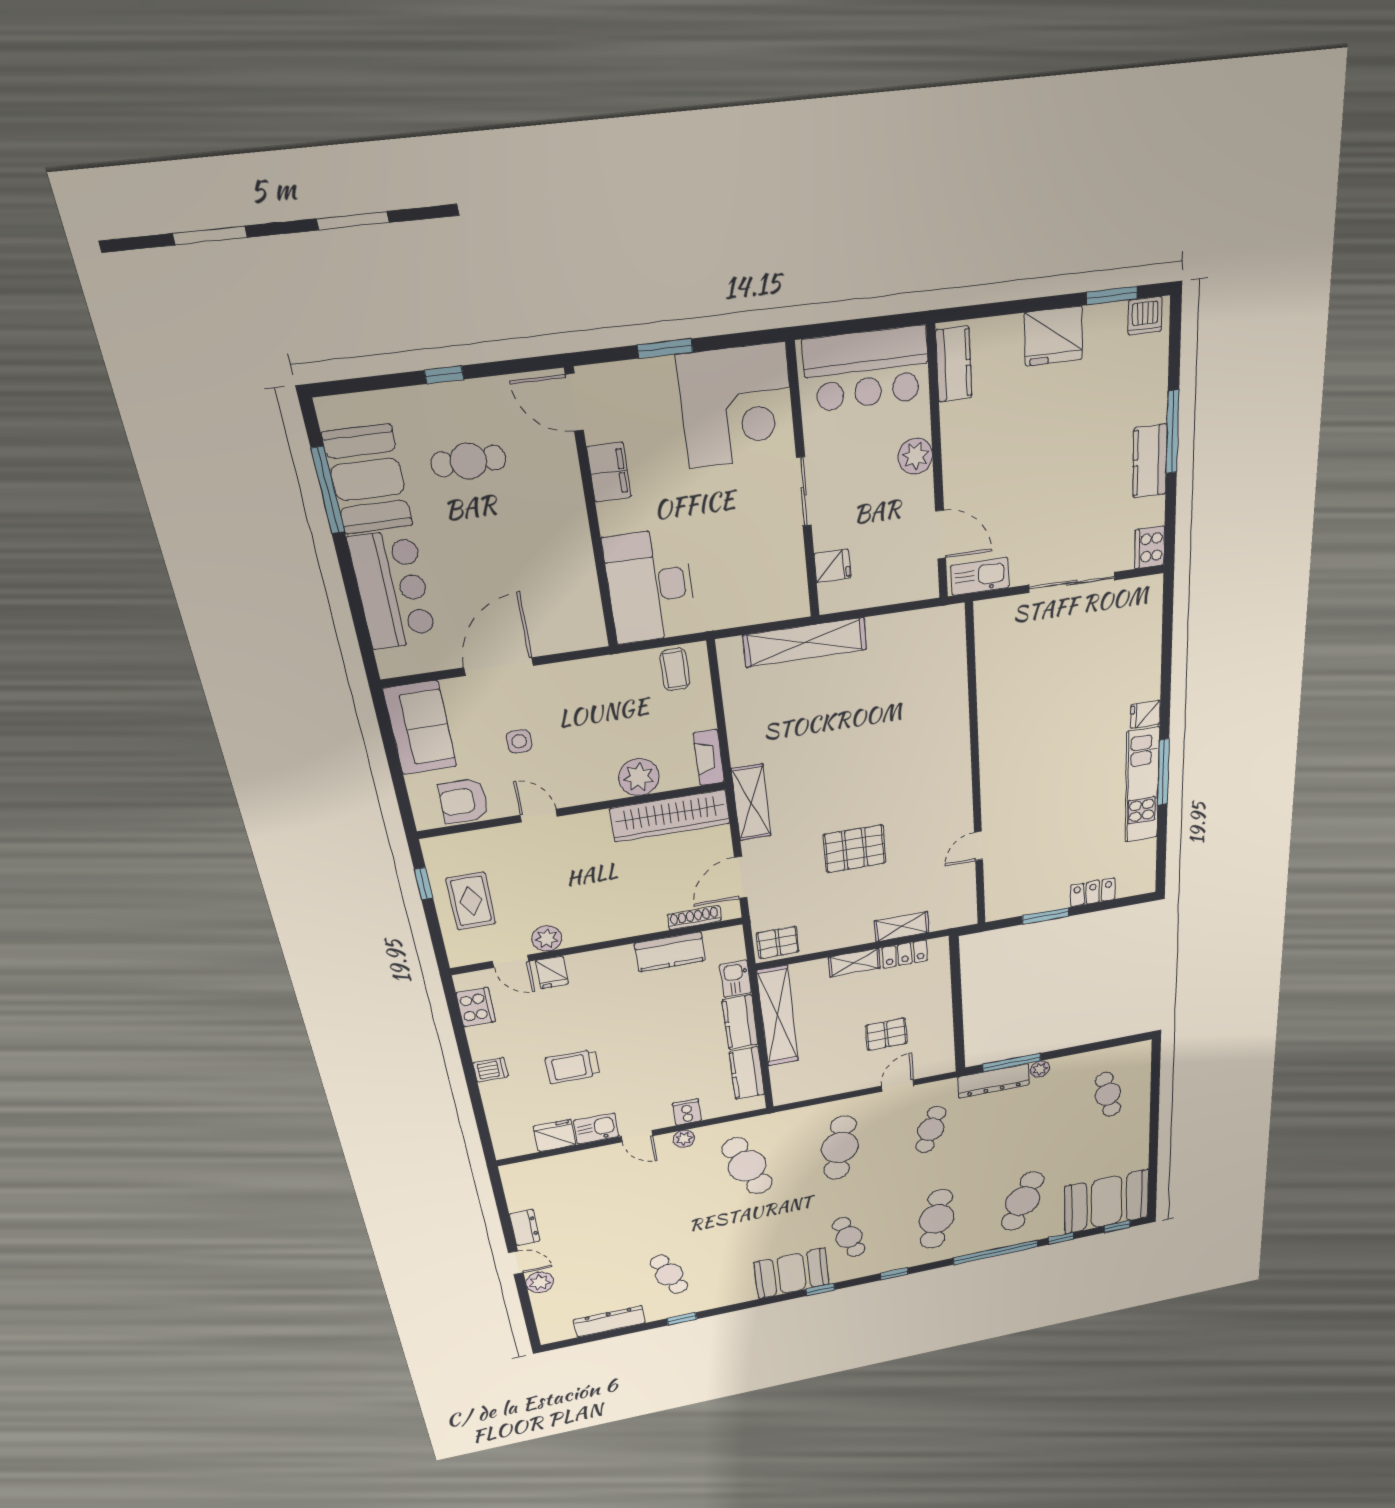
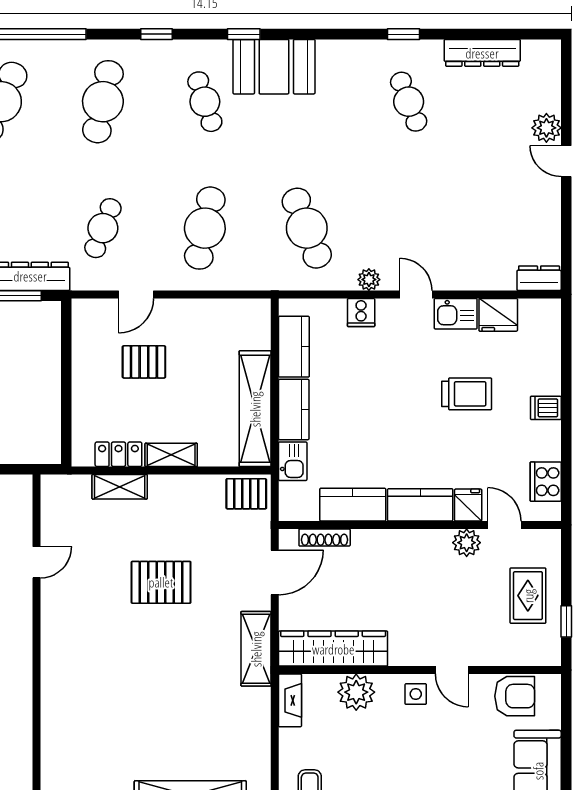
side table: (519, 741) -> (416, 694), moved
kitchen counter: (601, 964) -> (420, 505), added
dresser: (525, 1228) -> (539, 278), moved, turned 90

